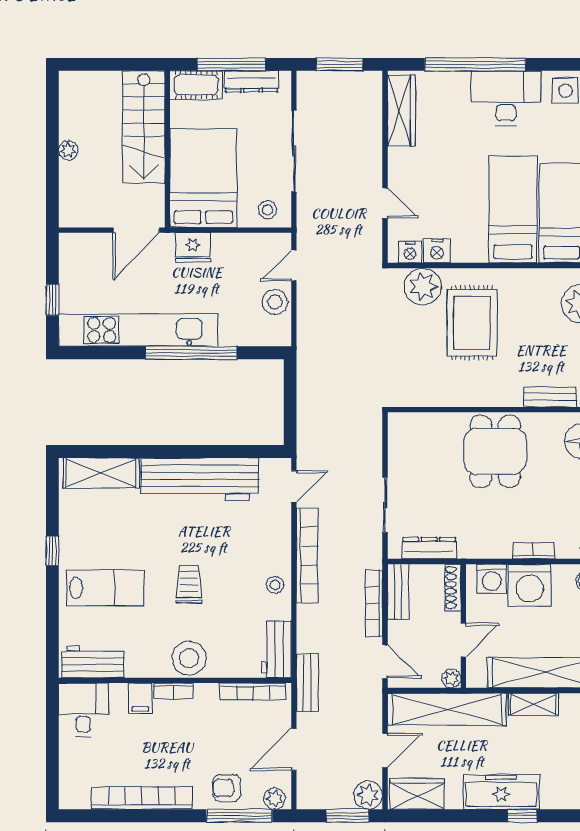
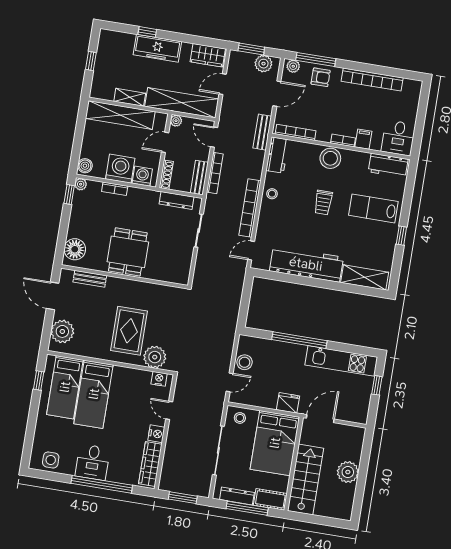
desk: (506, 98) -> (93, 462), width x0.73
plant: (68, 150) -> (348, 472), width x1.87, depth x1.87
nightstand: (437, 251) -> (156, 434), moved, turned 90
kitchen unit: (138, 330) -> (341, 361), width x0.73
plant: (368, 795) -> (263, 64), moved

